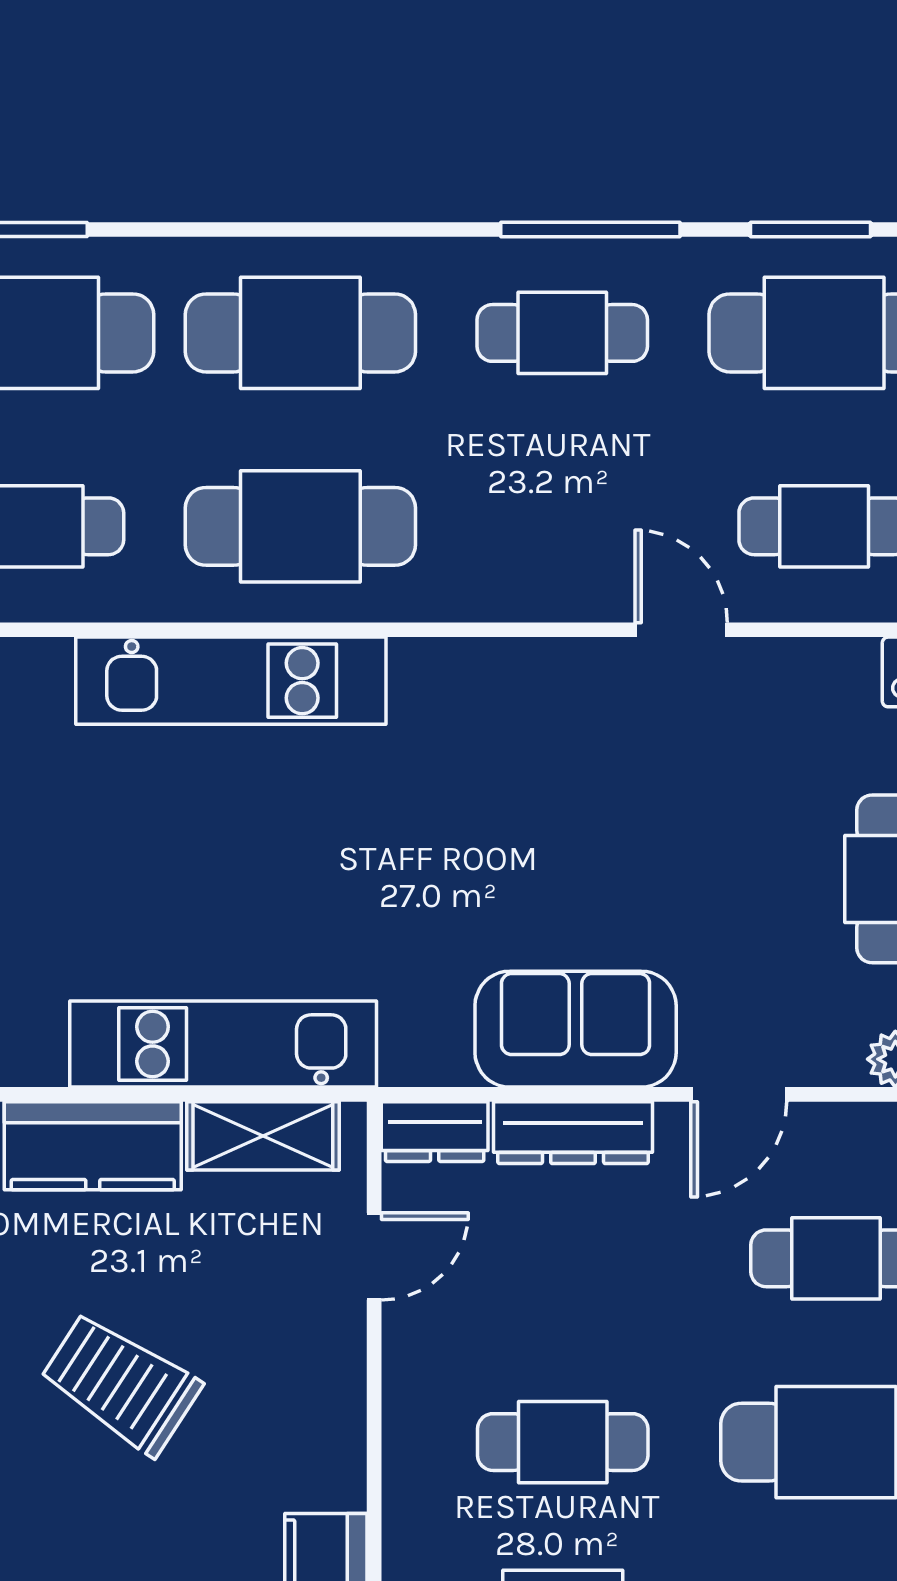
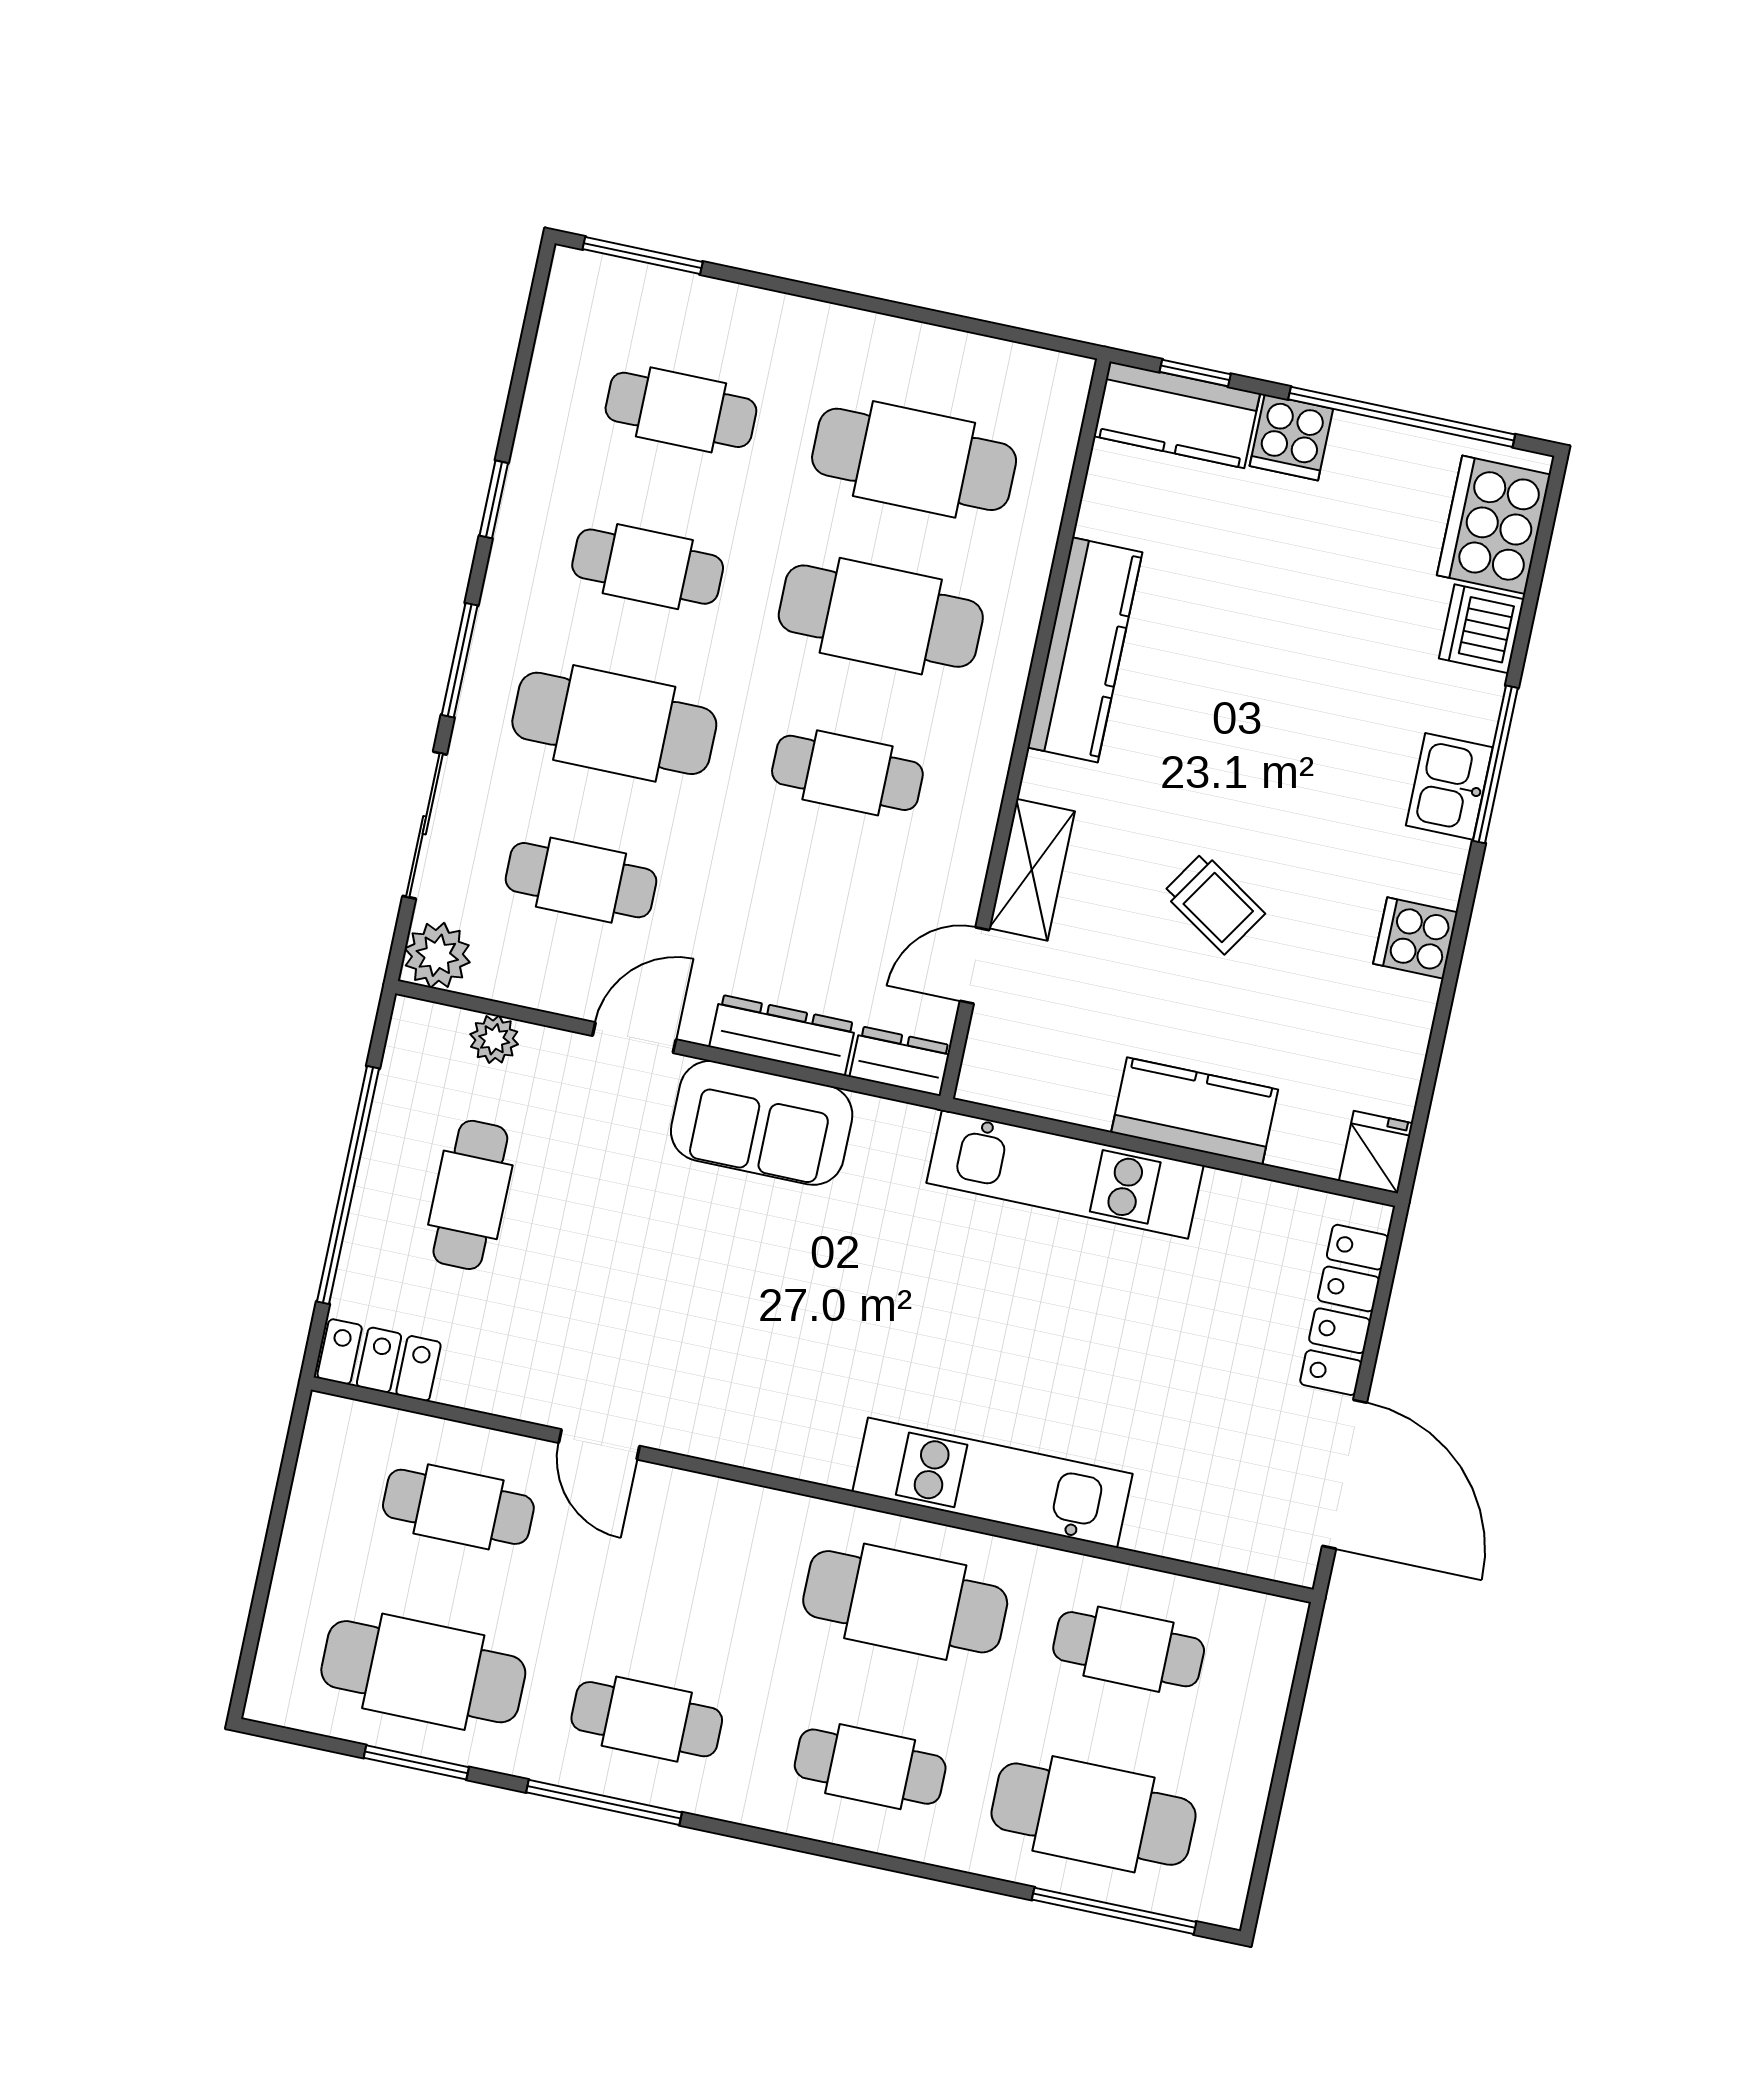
cafe table: (300, 333) -> (870, 1767), width x0.73, depth x0.74
shelving: (263, 1136) -> (1032, 870), moved, turned 90
trolley: (121, 1383) -> (1214, 903), width x0.73, depth x0.72

